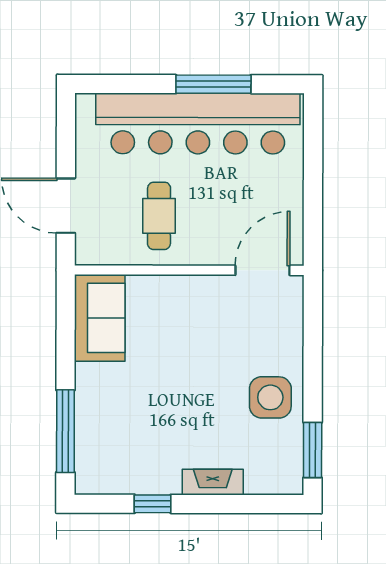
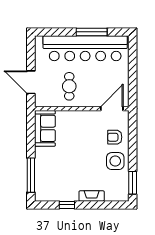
armchair: (269, 340) -> (115, 137), added

